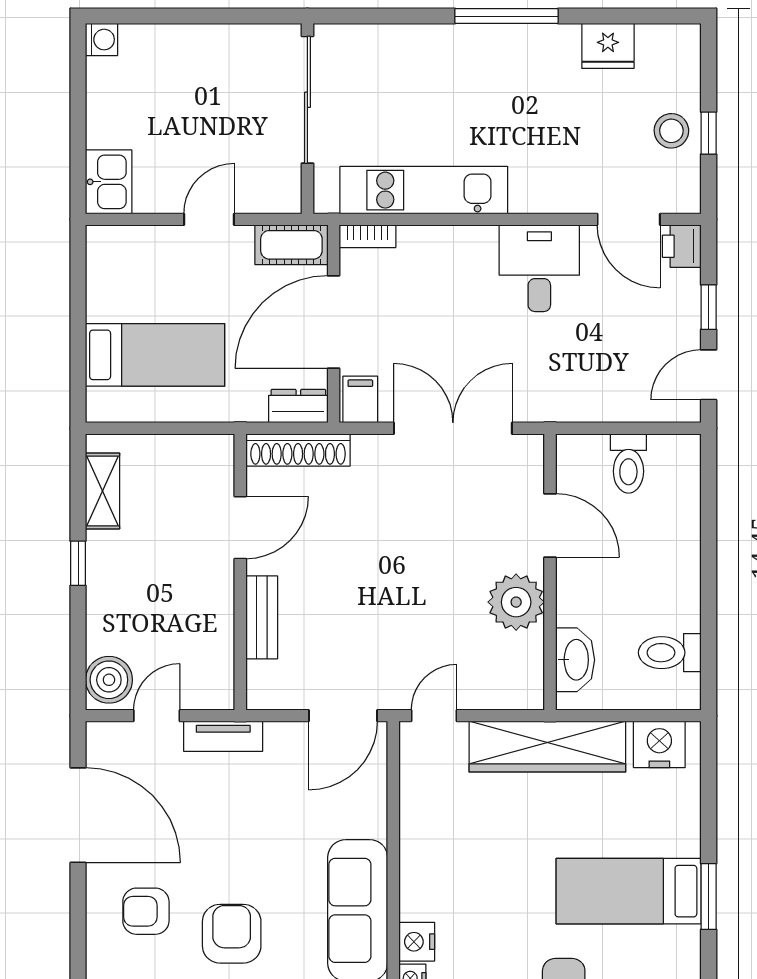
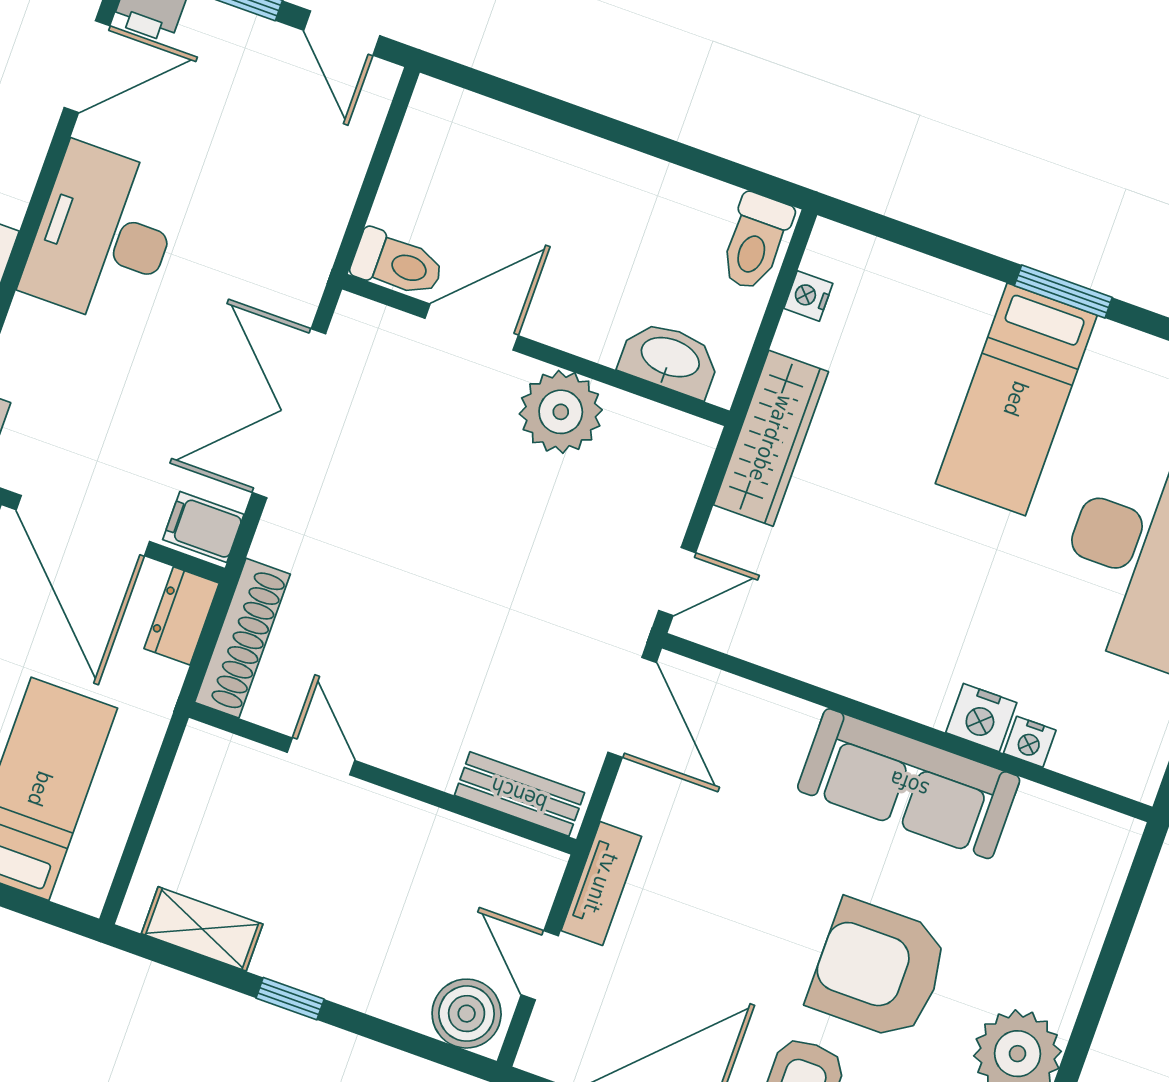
desk: (539, 268) -> (103, 235), width x1.37
toilet: (628, 464) -> (398, 264), moved
door: (240, 528) -> (321, 756), width x0.73
bench: (262, 617) -> (519, 794), moved
toilet: (670, 653) -> (756, 242), moved
door: (434, 716) -> (677, 582), swing flipped
nightstand: (659, 744) -> (808, 296), width x0.53, depth x0.56
wardrobe: (547, 747) -> (771, 438), width x0.71, depth x0.85
armchair: (232, 934) -> (879, 970), width x1.36, depth x1.36

